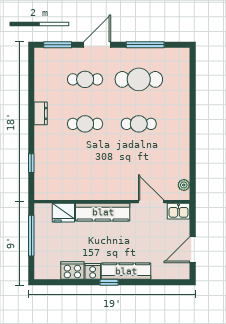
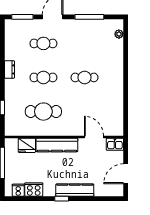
cafe table: (139, 79) -> (43, 112), moved
plant: (184, 185) -> (119, 34), moved
cooker: (93, 271) -> (18, 190), moved

